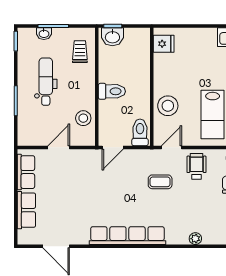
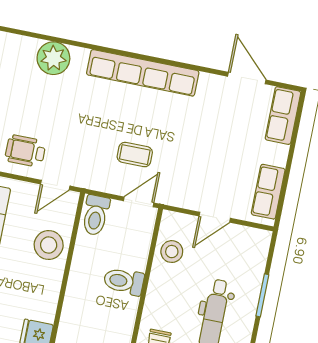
wheelchair: (196, 166) -> (25, 151), turned 90
coffee table: (160, 182) -> (135, 155), moved
row of seats: (26, 210) -> (283, 116), moved
plant: (195, 239) -> (53, 58), width x1.88, depth x1.88

